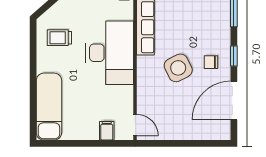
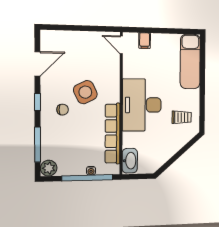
chair: (211, 62) -> (63, 110), moved
door: (234, 101) -> (37, 64), width x0.73

